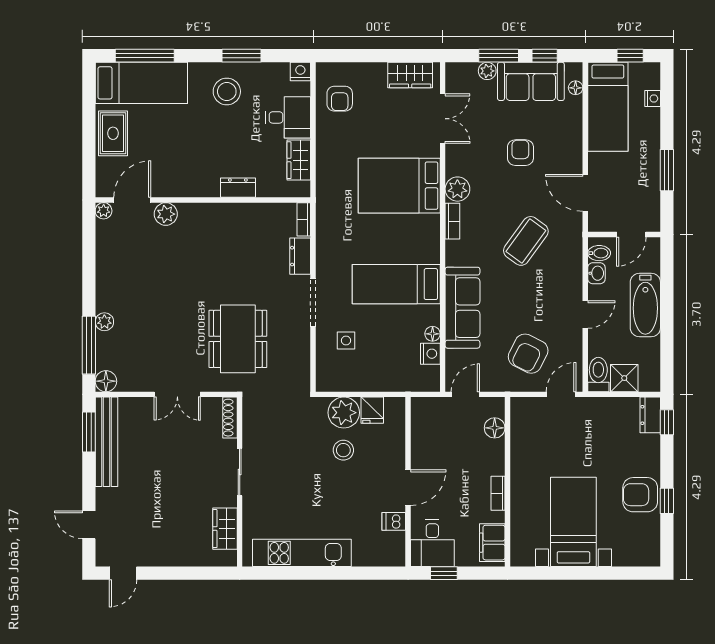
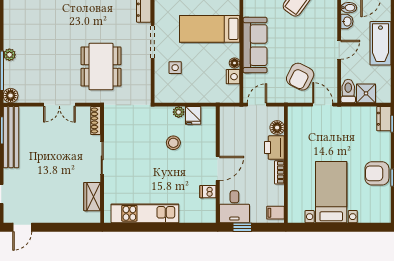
door: (561, 394) -> (323, 105), hinge flipped
plant: (344, 413) -> (179, 112), width x0.53, depth x0.53
printer: (491, 457) -> (274, 148), added
filing cabinet: (492, 543) -> (275, 213), width x0.50

